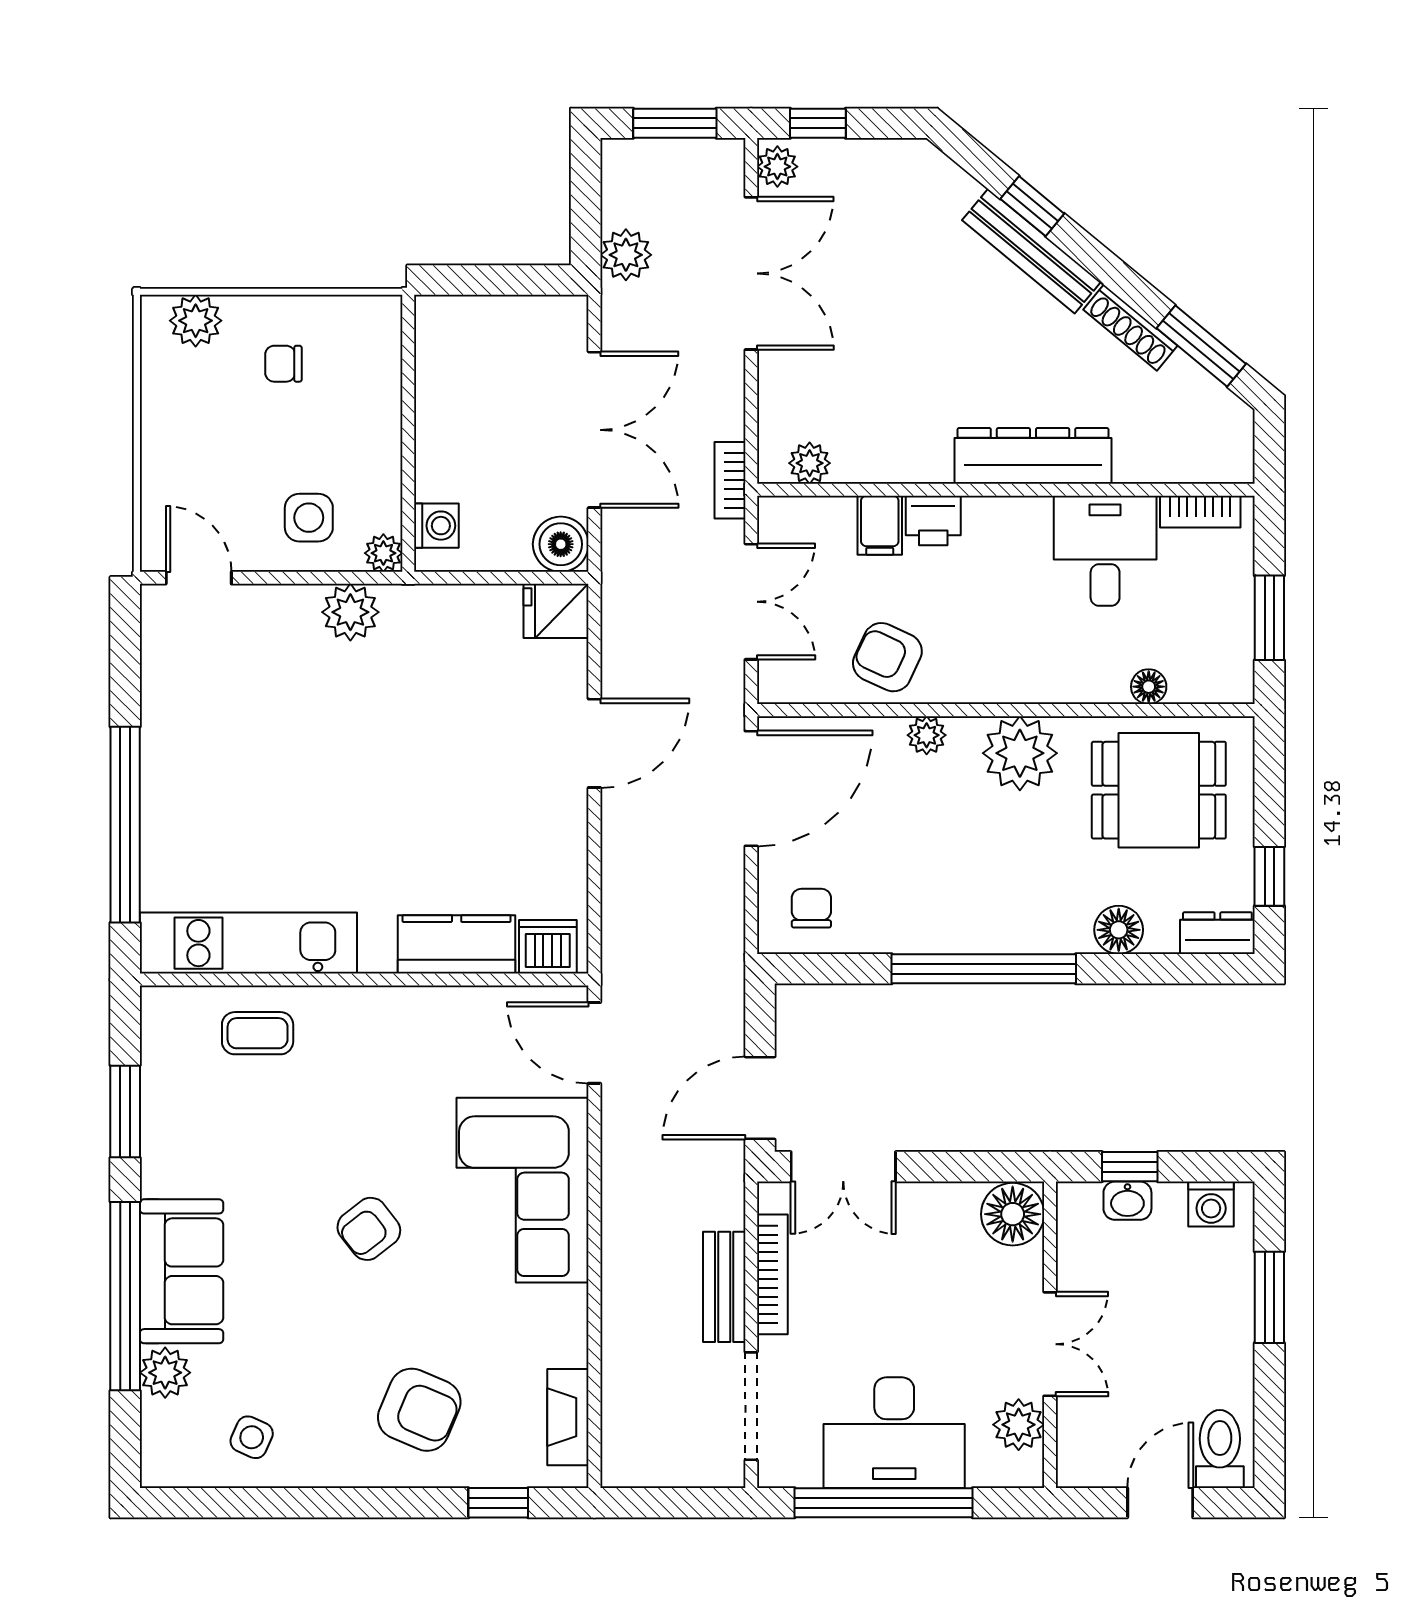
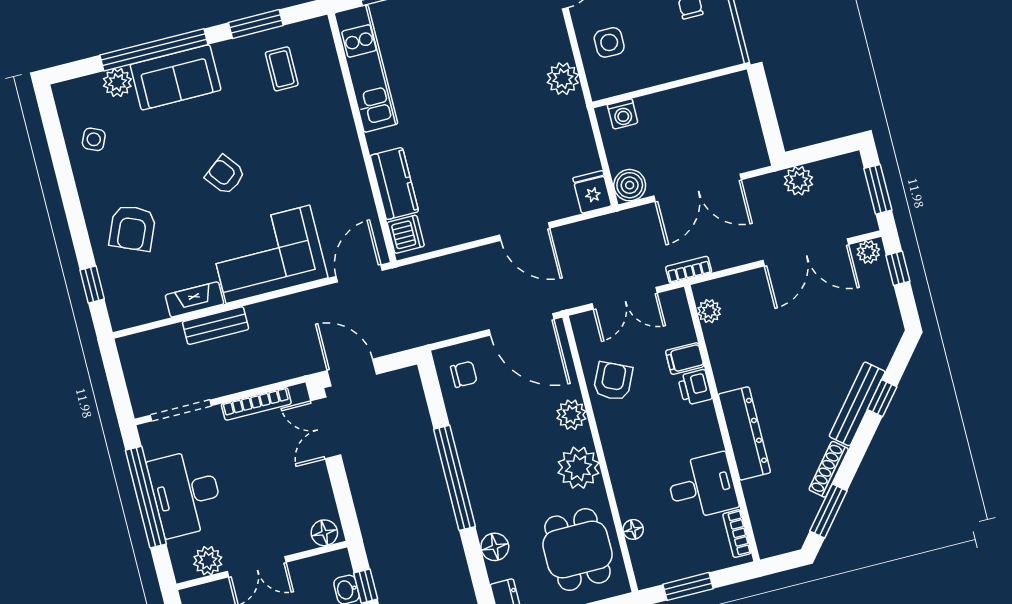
plant: (383, 553) -> (600, 89), removed
plant: (927, 735) -> (571, 415), width x1.38, depth x1.38
coffee table: (258, 1033) -> (282, 69), moved
floor lamp: (1013, 1214) -> (324, 533), width x0.73, depth x0.73
bench: (724, 1287) -> (216, 326), moved
fireplace: (568, 1417) -> (194, 299), moved

